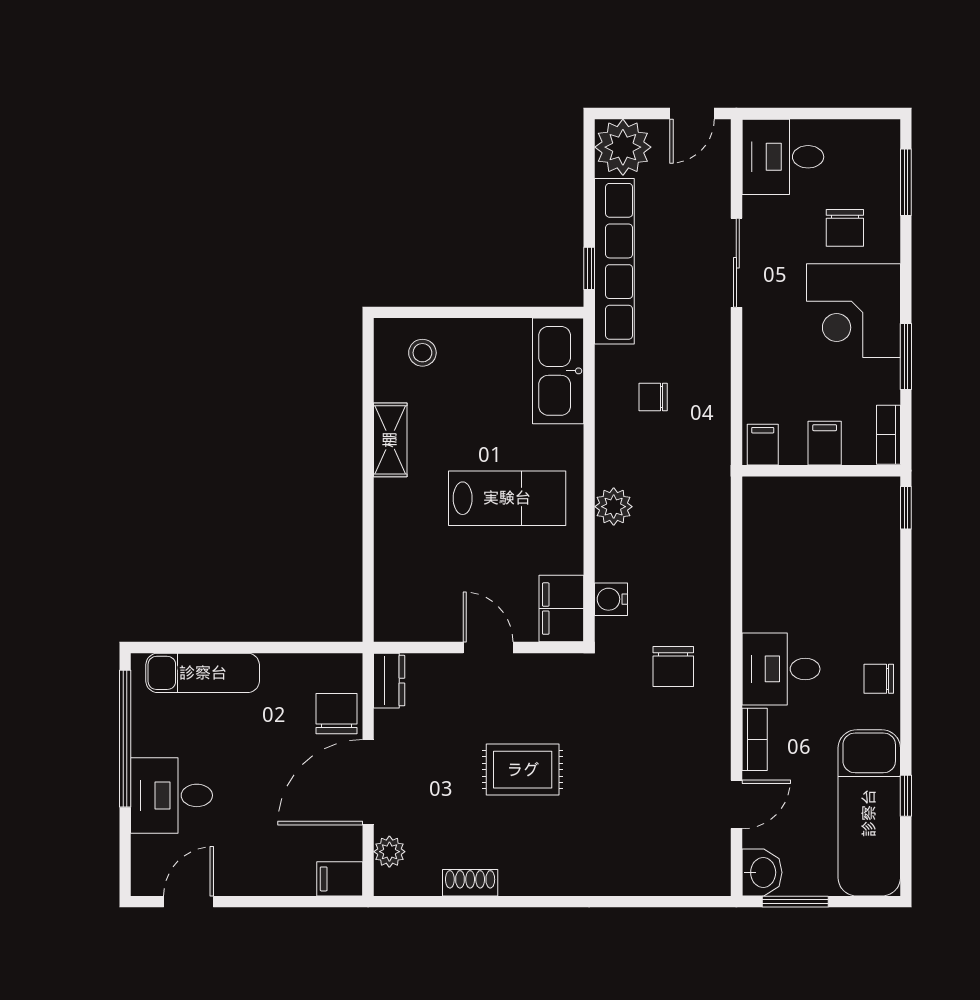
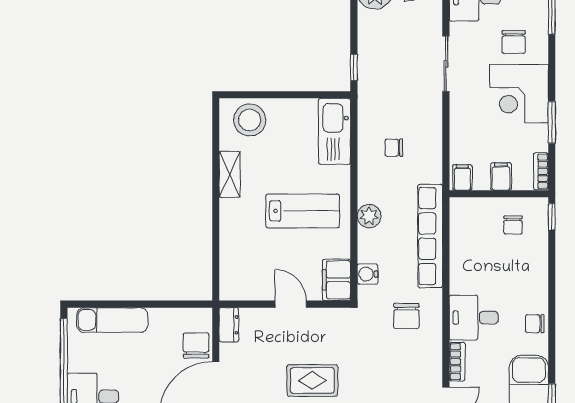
row of seats: (614, 261) -> (430, 236), moved, turned 180
stool: (422, 353) -> (250, 120), width x1.89, depth x1.89
chair: (844, 521) -> (513, 225), added

